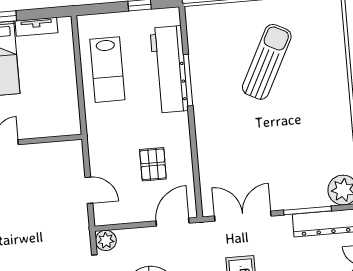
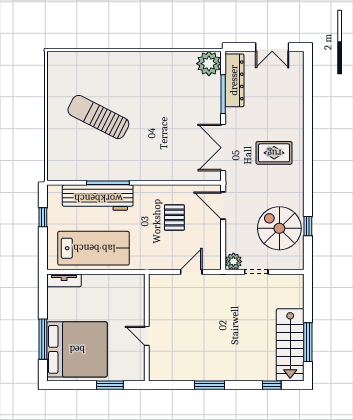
tv unit: (36, 27) -> (64, 280), moved, turned 90
lab bench: (107, 70) -> (94, 248), width x1.36, depth x1.39
pallet: (153, 164) -> (174, 217), turned 90

